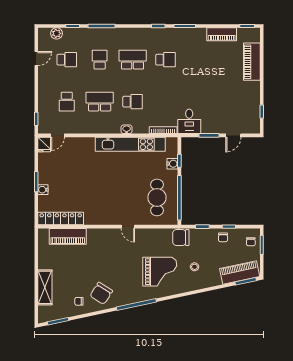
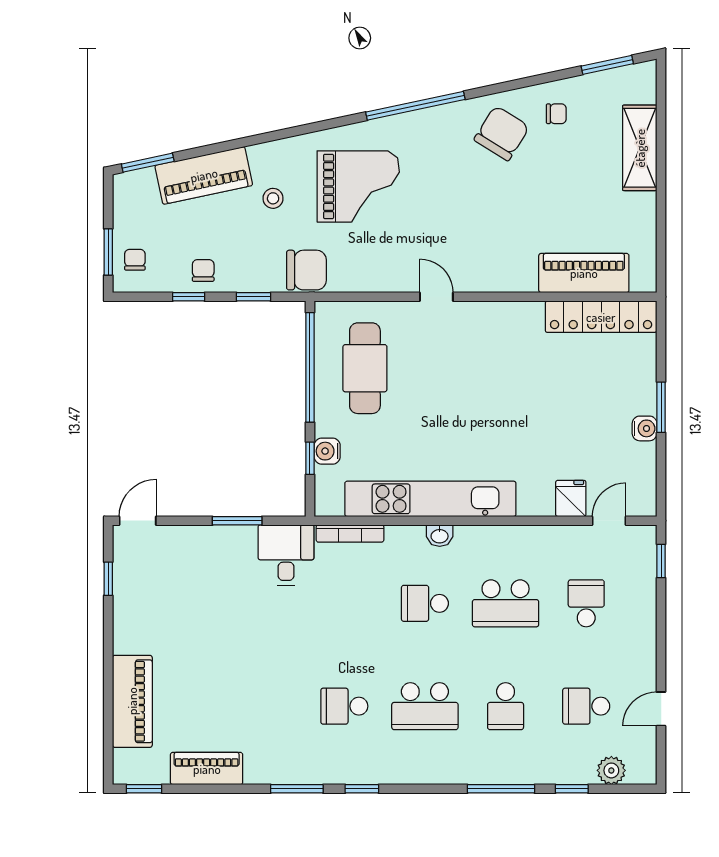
door: (233, 135) -> (138, 521), moved
fridge: (44, 144) -> (571, 498), moved
water cooler: (43, 190) -> (645, 428), moved
grand piano: (160, 272) -> (358, 186), turned 180
piano: (240, 273) -> (204, 175), moved

